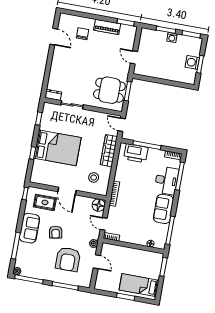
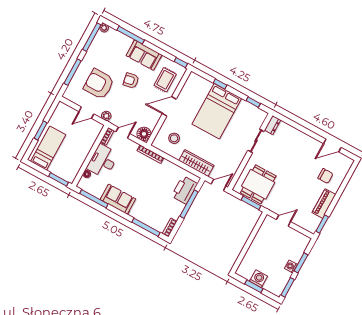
desk: (166, 180) -> (103, 161), moved, turned 90

